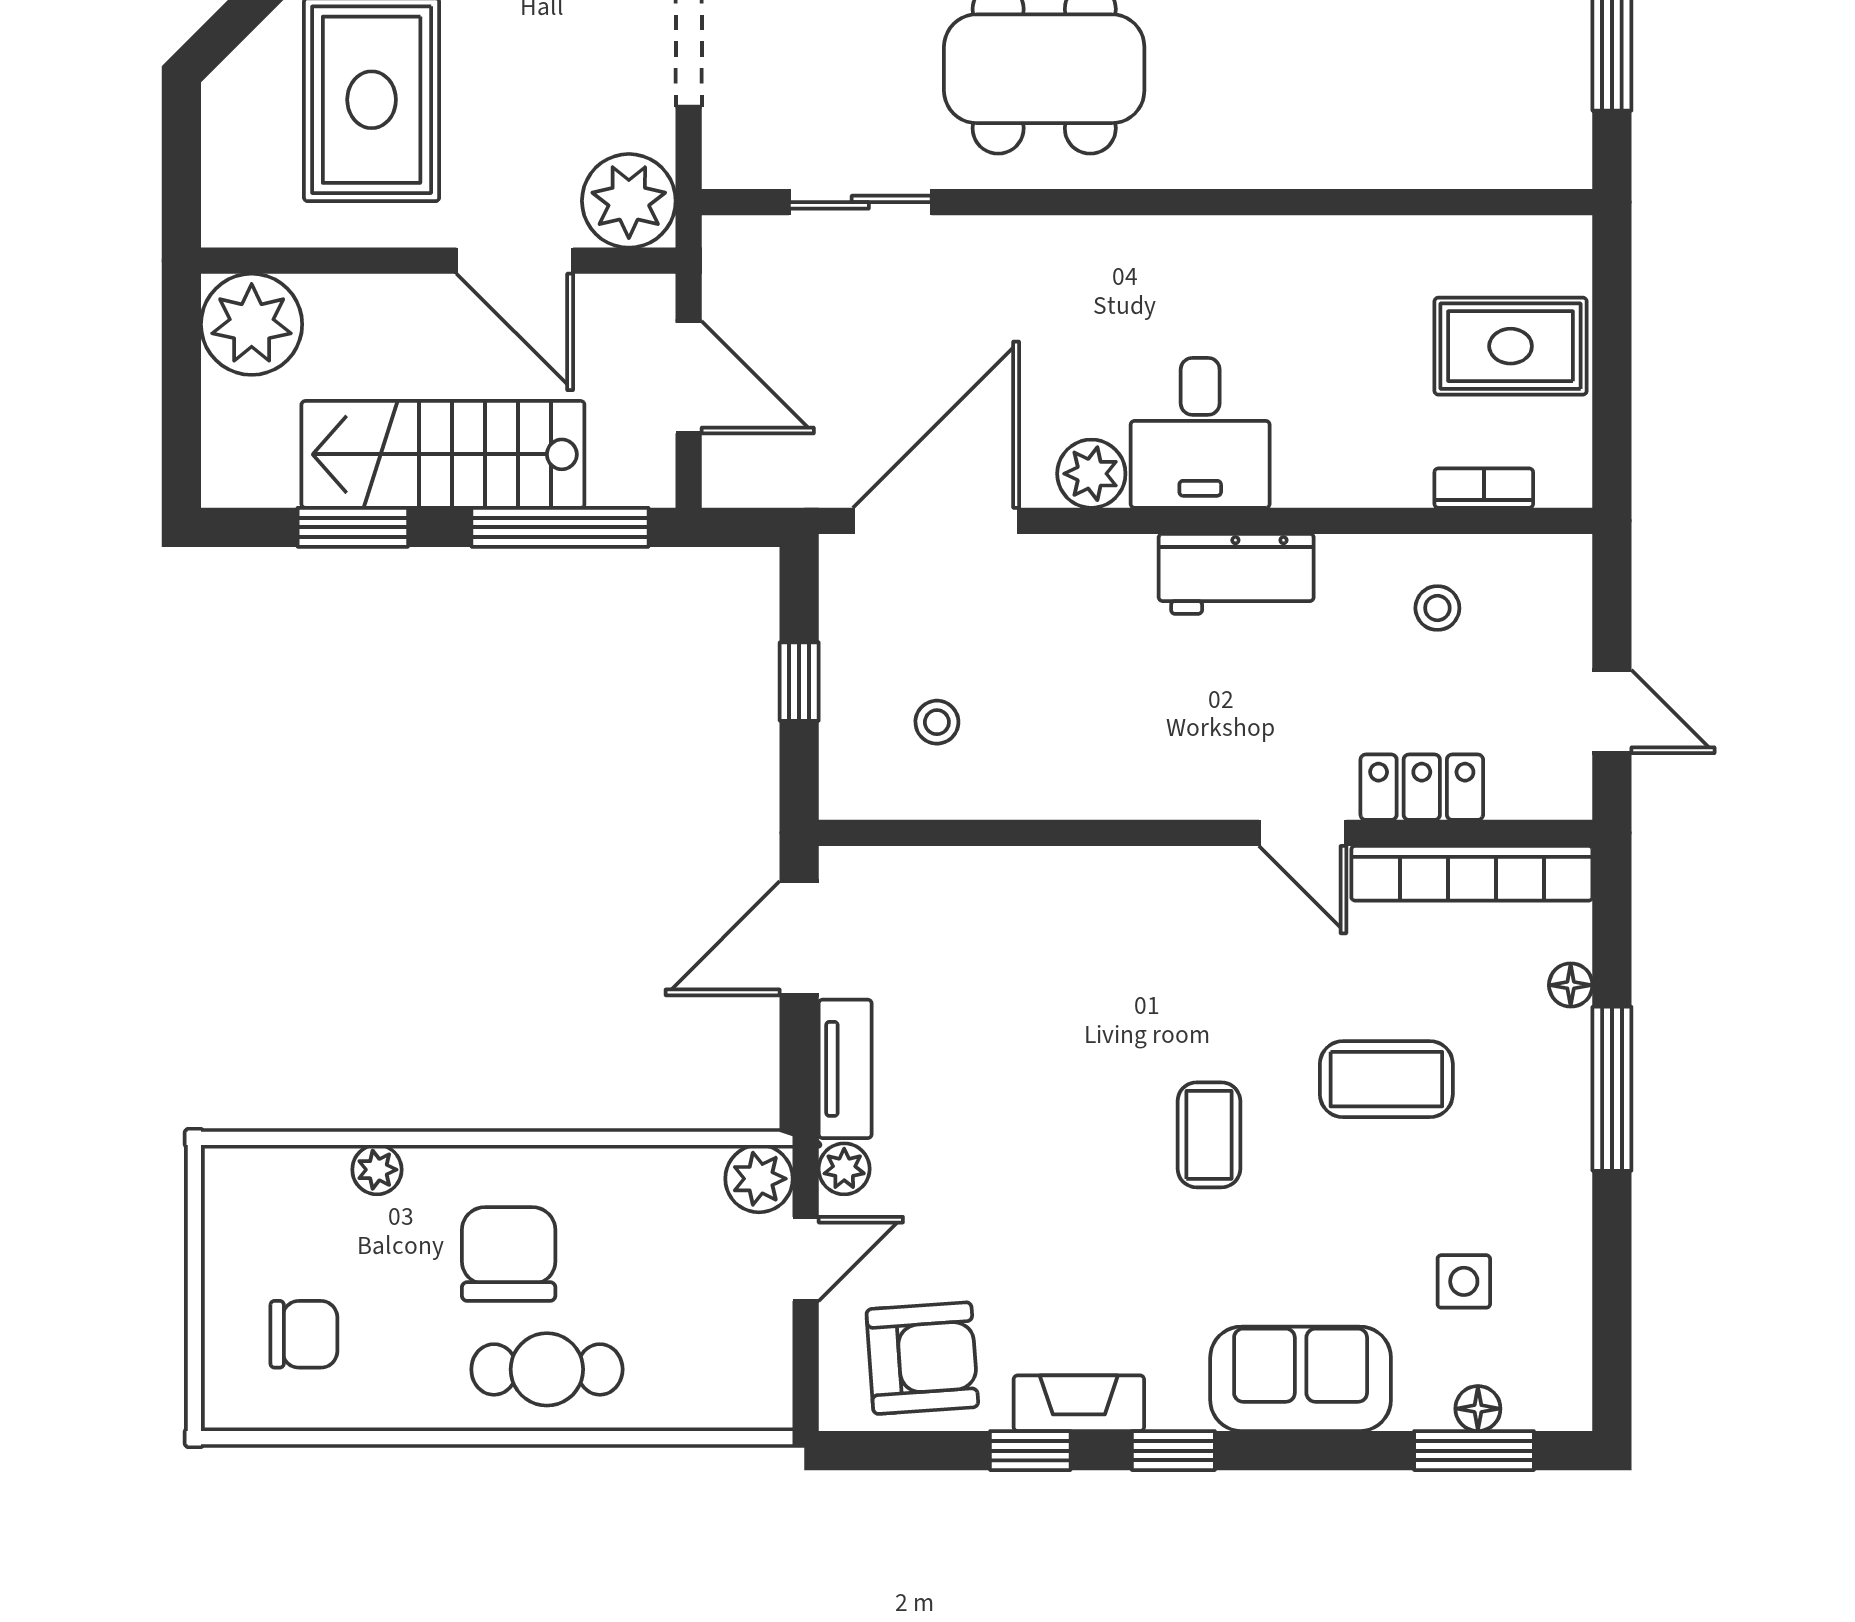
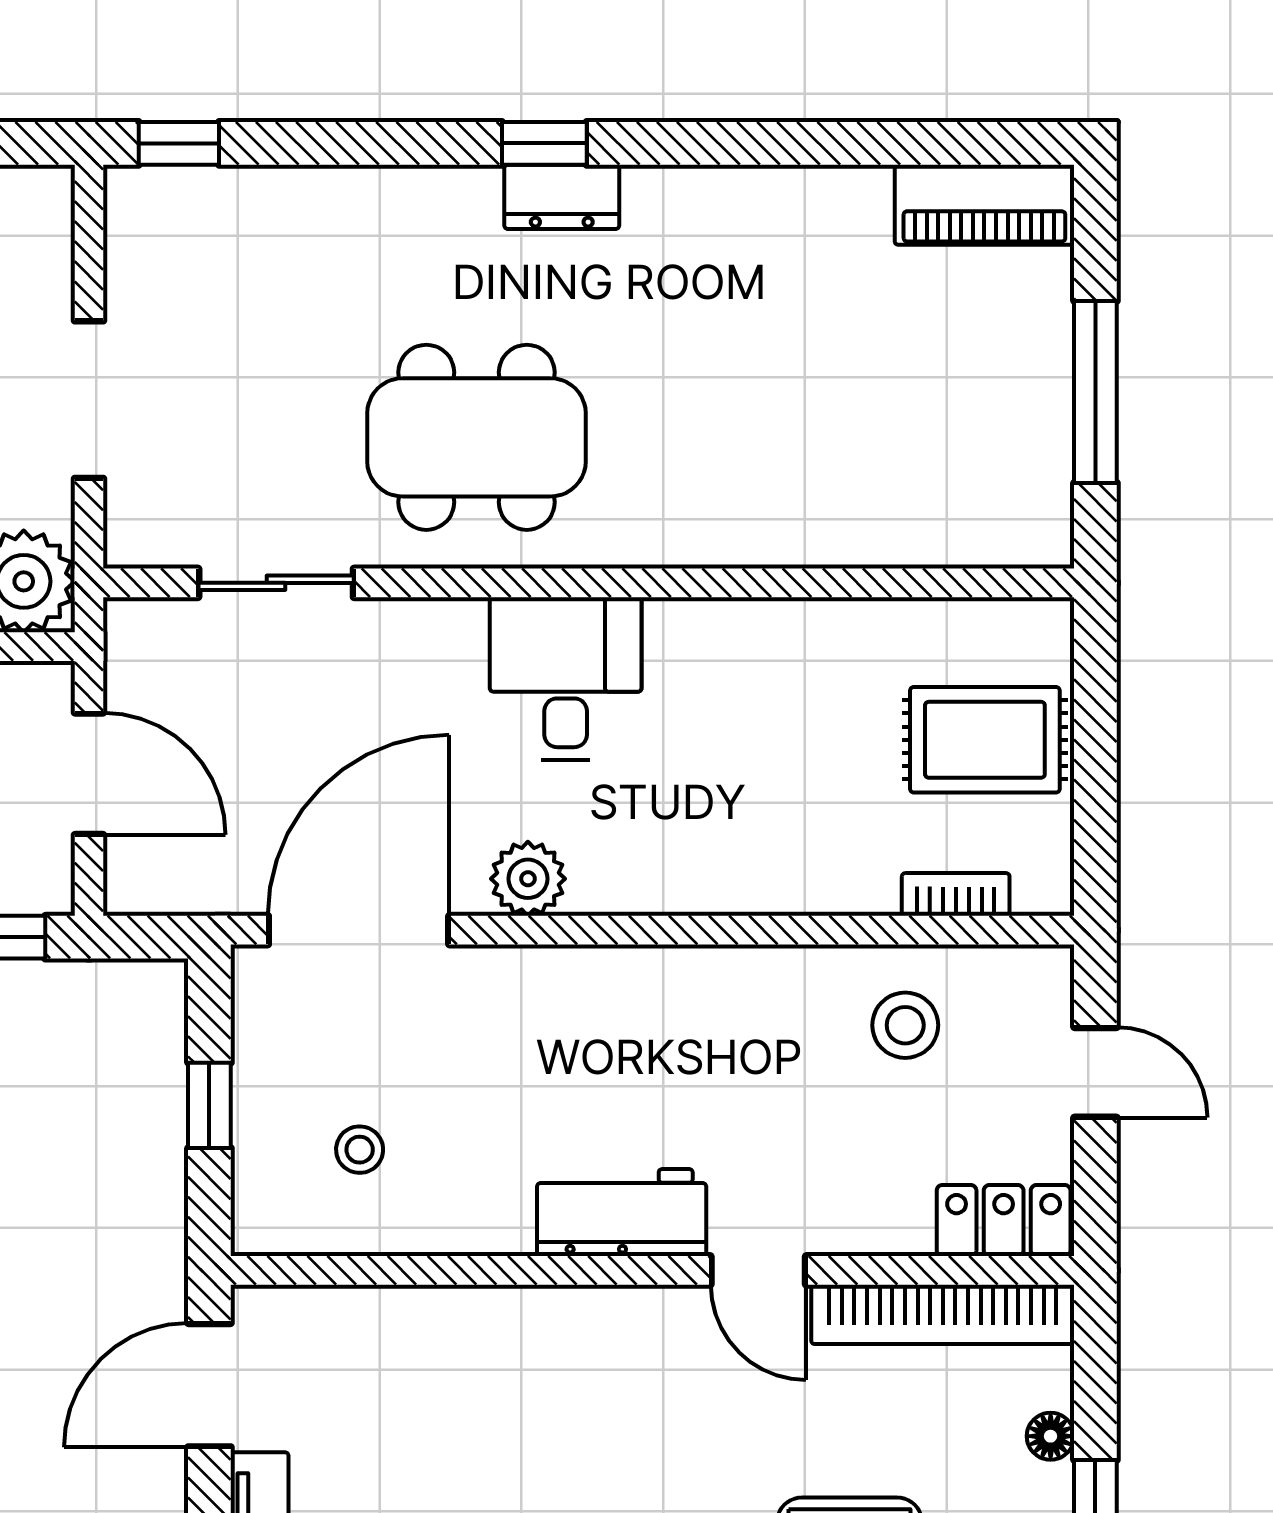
desk: (1200, 433) -> (566, 679), moved, turned 180
workbench: (1236, 574) -> (622, 1213), moved, turned 180
stool: (1437, 608) -> (905, 1025), width x1.37, depth x1.37
door: (1612, 712) -> (1095, 1072), moved
locker: (1422, 787) -> (1004, 1221), moved

